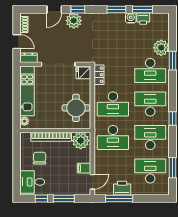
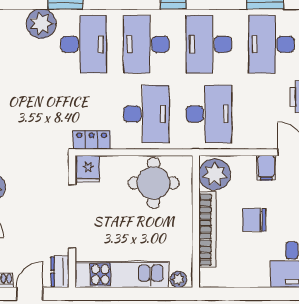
chair: (40, 158) -> (254, 220), moved

